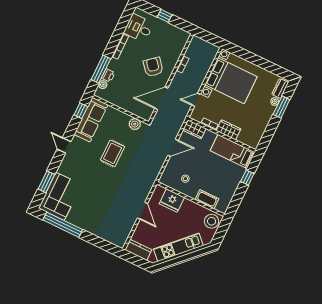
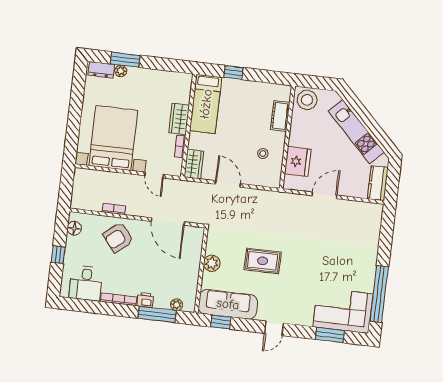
floor lamp: (179, 33) -> (74, 228), added
armchair: (153, 67) -> (118, 237), moved
printer: (108, 75) -> (145, 300), moved
plant: (135, 124) -> (212, 263), moved

